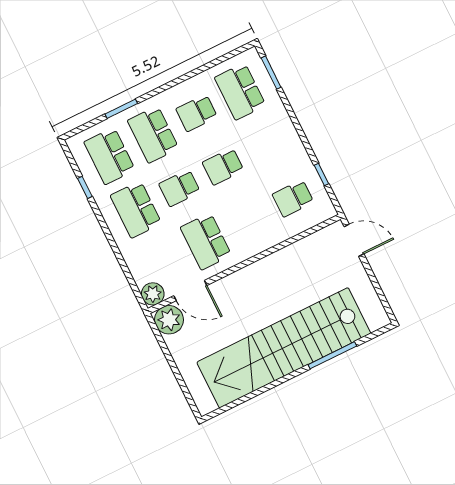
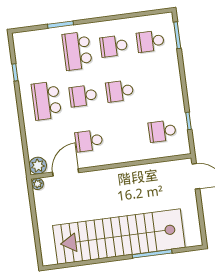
school desk: (240, 91) -> (150, 41), width x0.54
school desk: (110, 156) -> (40, 56), removed
school desk: (206, 241) -> (89, 141), width x0.54
door: (190, 291) -> (66, 172), swing flipped
plant: (169, 320) -> (37, 184), width x0.53, depth x0.53

